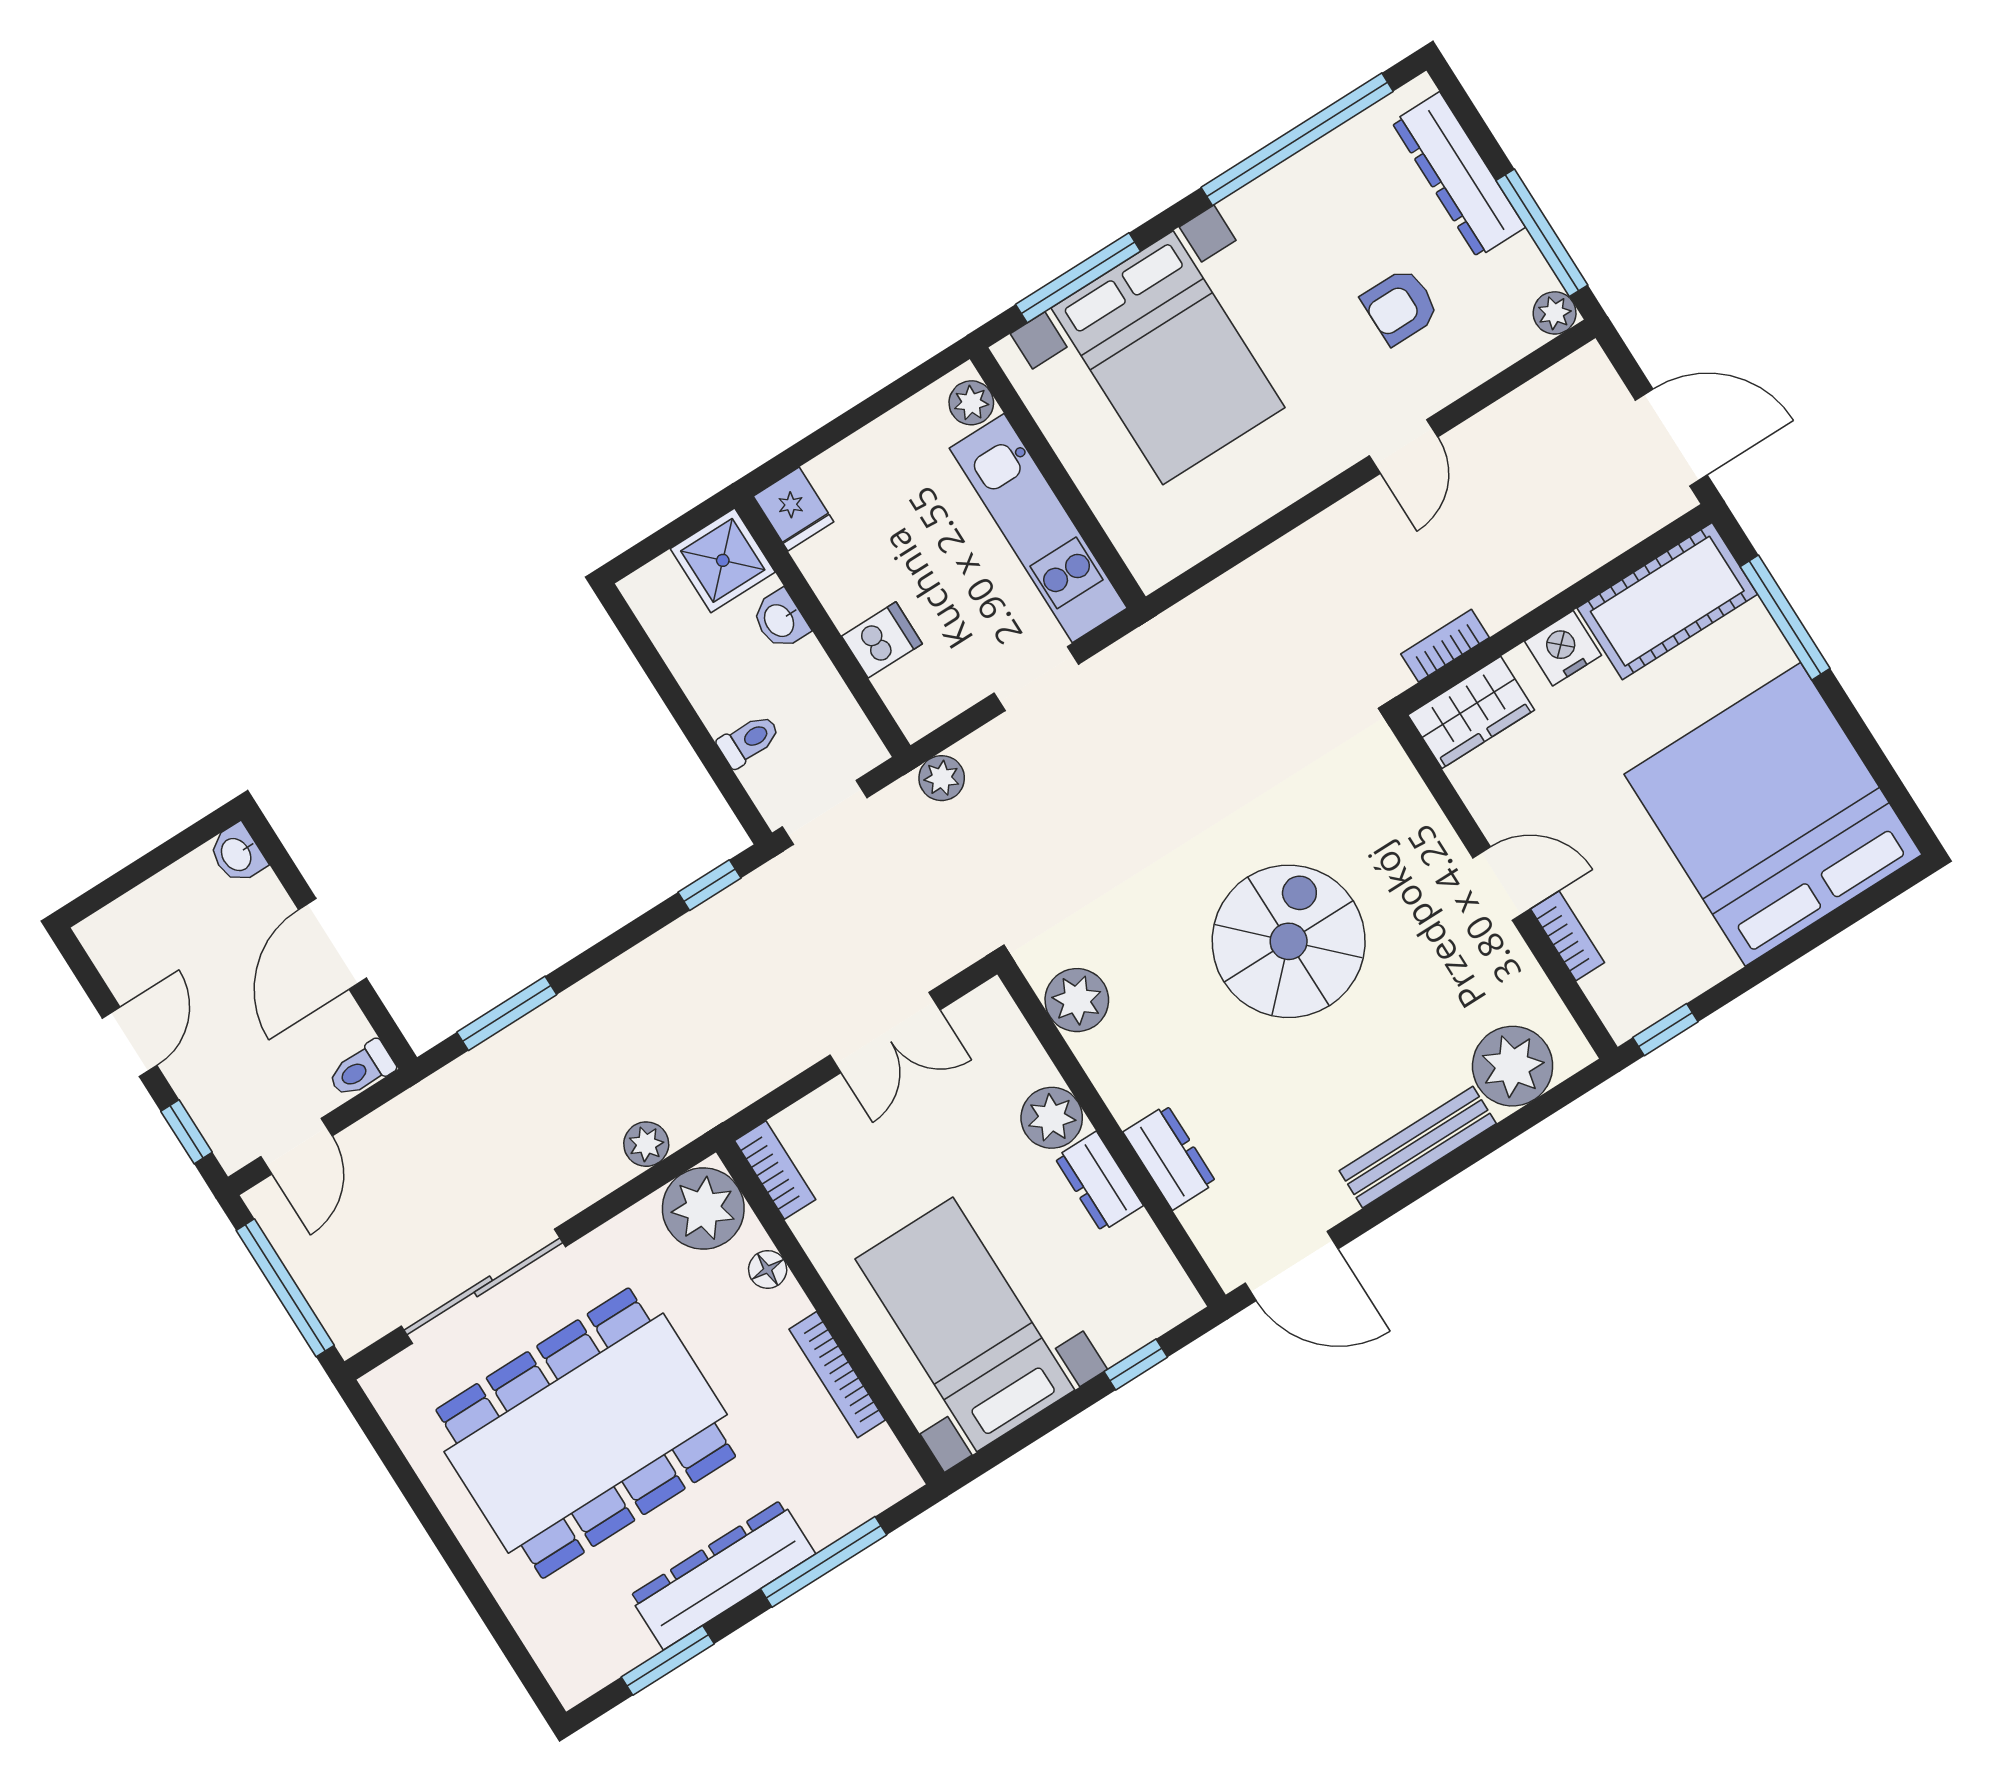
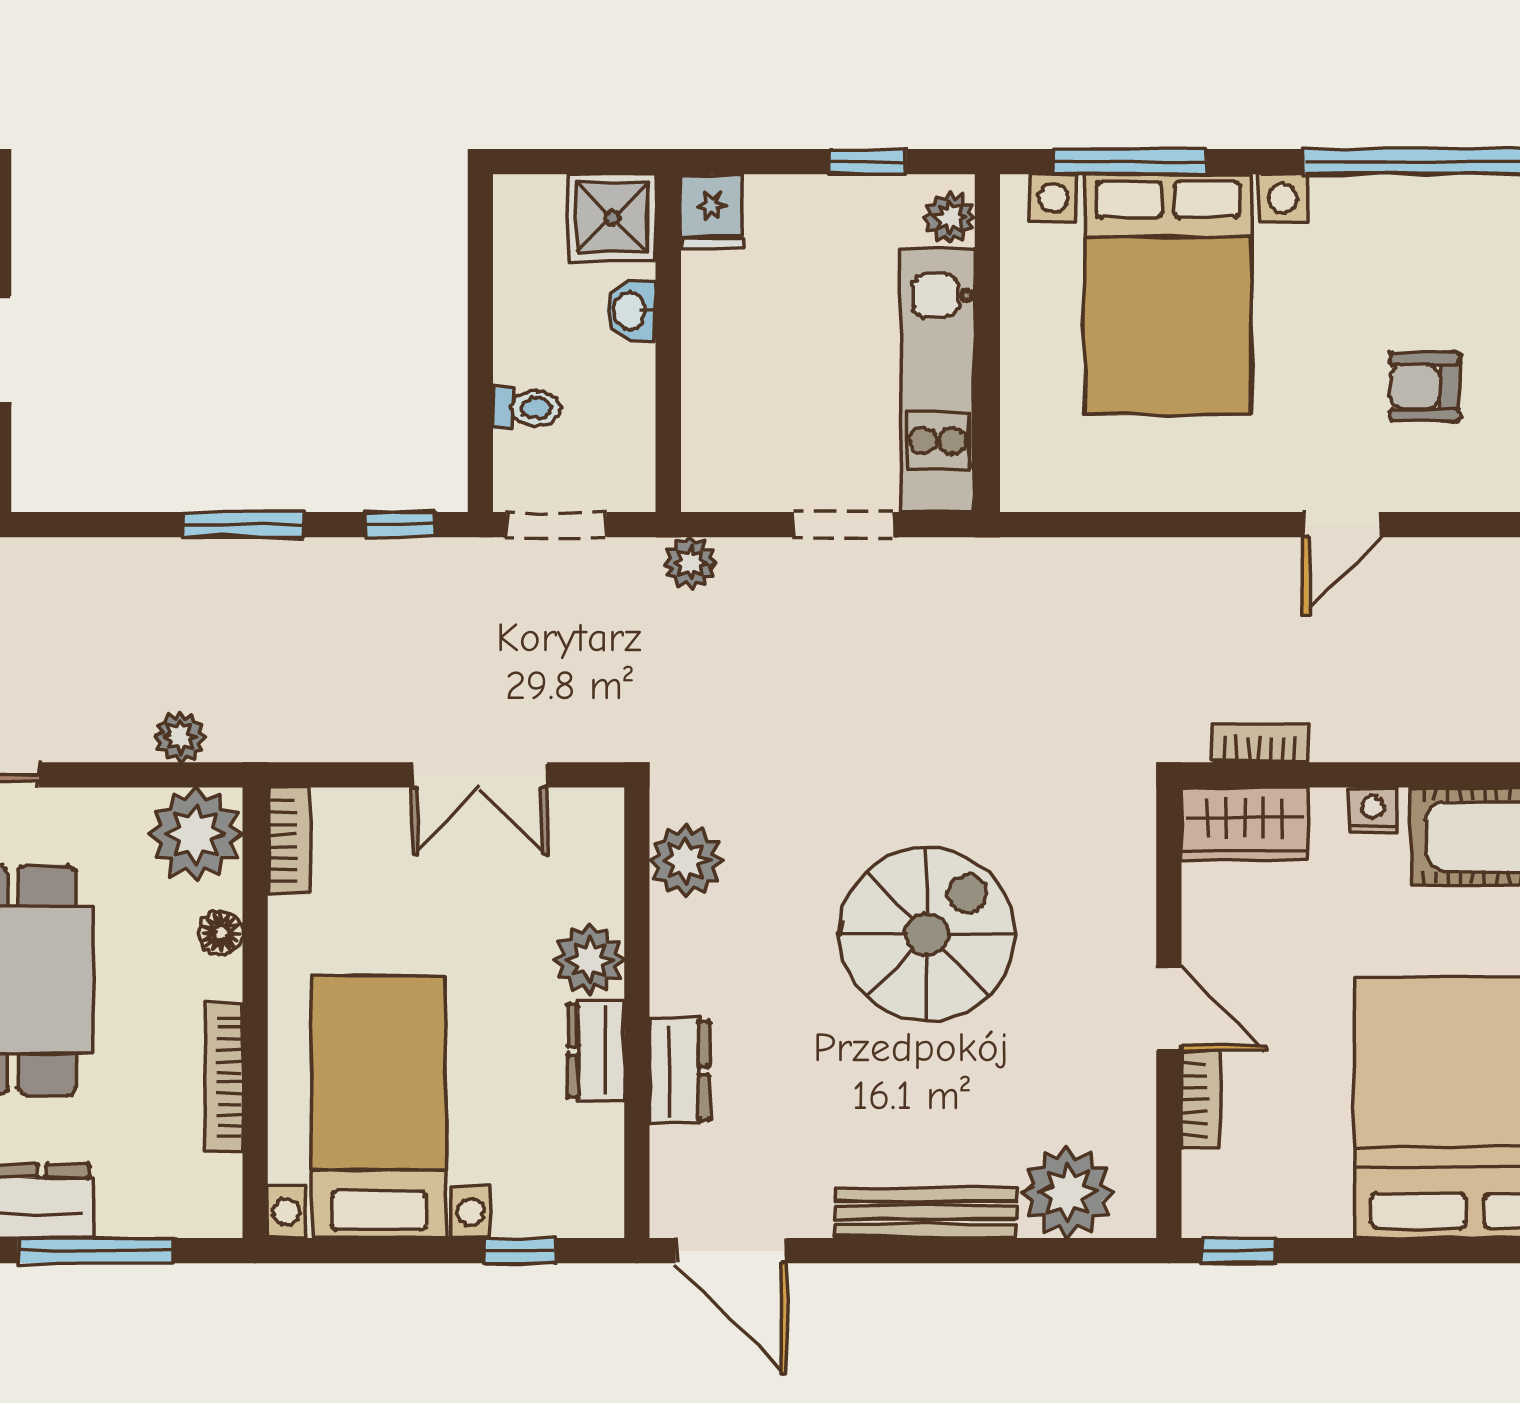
window: (885, 400) -> (868, 162), added
dishwasher: (882, 640) -> (718, 392), removed
nightstand: (1563, 648) -> (1373, 810), width x0.72, depth x0.74
window: (507, 1013) -> (243, 525), moved

